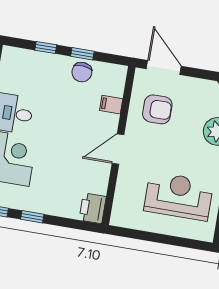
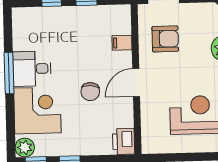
chair: (82, 72) -> (90, 92), moved

